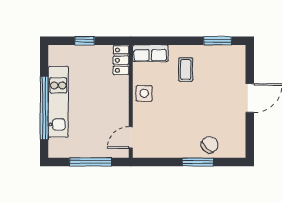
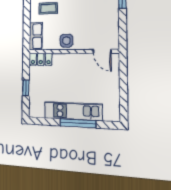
window: (44, 108) -> (78, 123), width x0.68
window: (90, 162) -> (123, 86), removed

